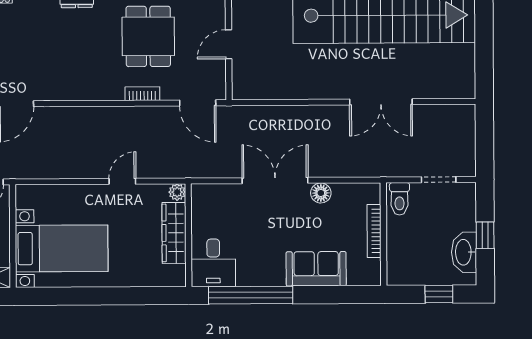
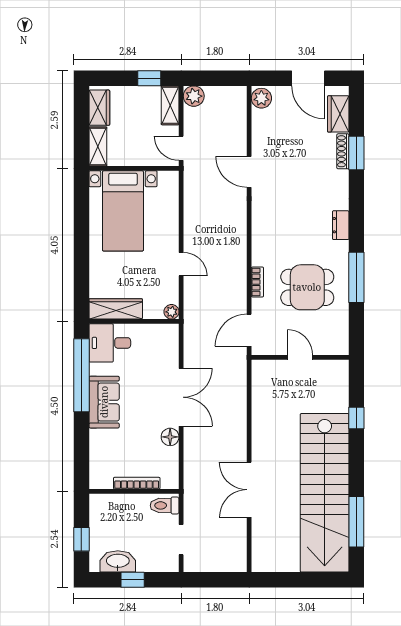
wardrobe: (174, 233) -> (116, 309), moved
sofa: (316, 269) -> (104, 402), moved

